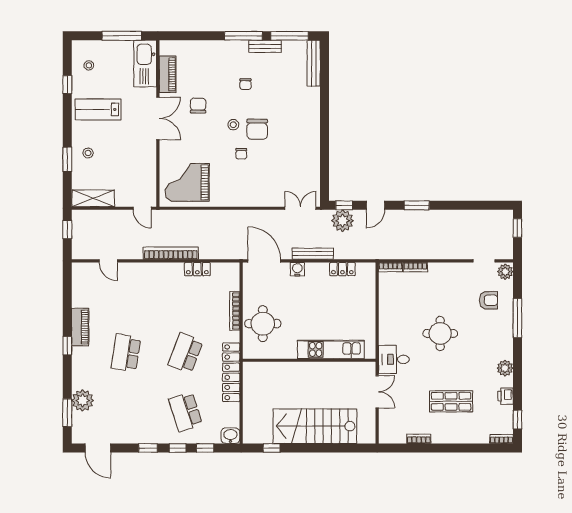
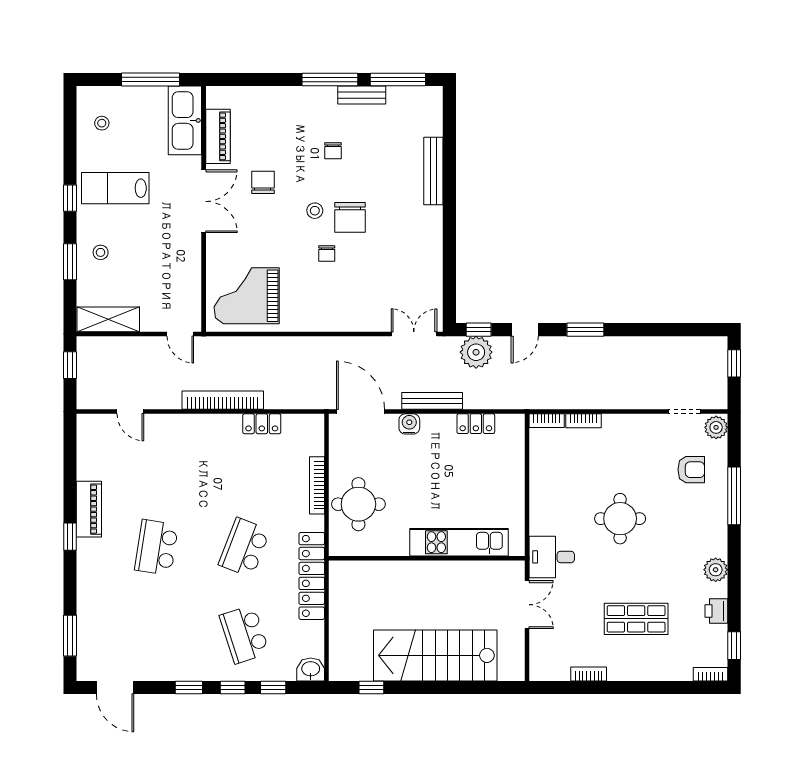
bench: (314, 63) -> (433, 171), moved
window: (67, 85) -> (70, 198), moved
plant: (83, 400) -> (93, 617), removed

